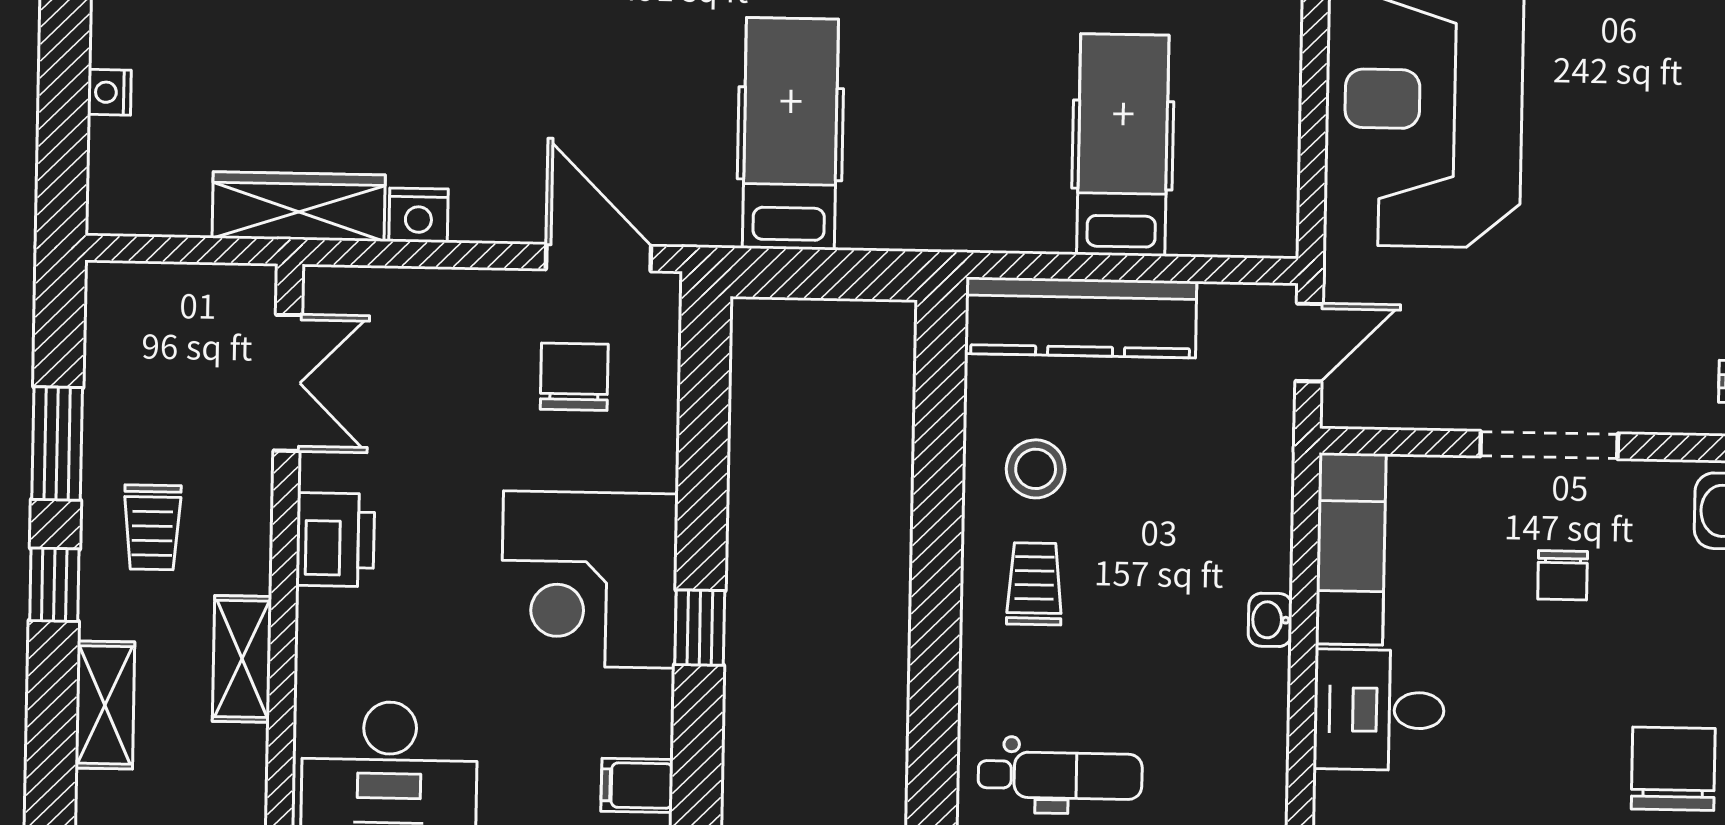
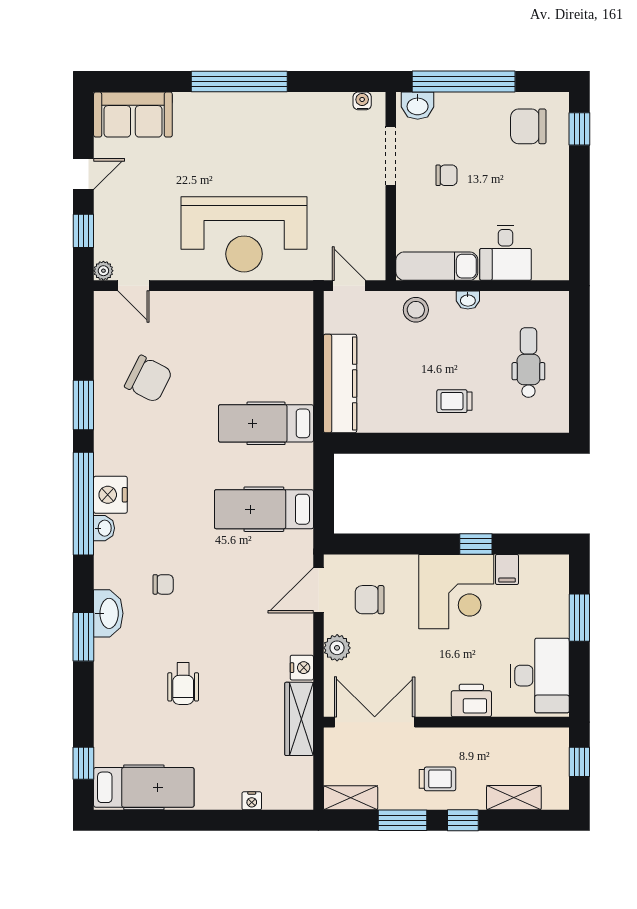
hospital bed: (1123, 145) -> (266, 423), moved
plant: (463, 298) -> (337, 648), added
double door: (288, 383) -> (375, 722), width x1.37
doorway: (1549, 445) -> (391, 156), moved
stool: (1036, 469) -> (416, 310), moved
printer: (335, 540) -> (471, 701), moved
shelving: (242, 659) -> (351, 798), moved
dental chair: (1060, 776) -> (528, 362), moved
filing cabinet: (637, 785) -> (507, 569), moved

